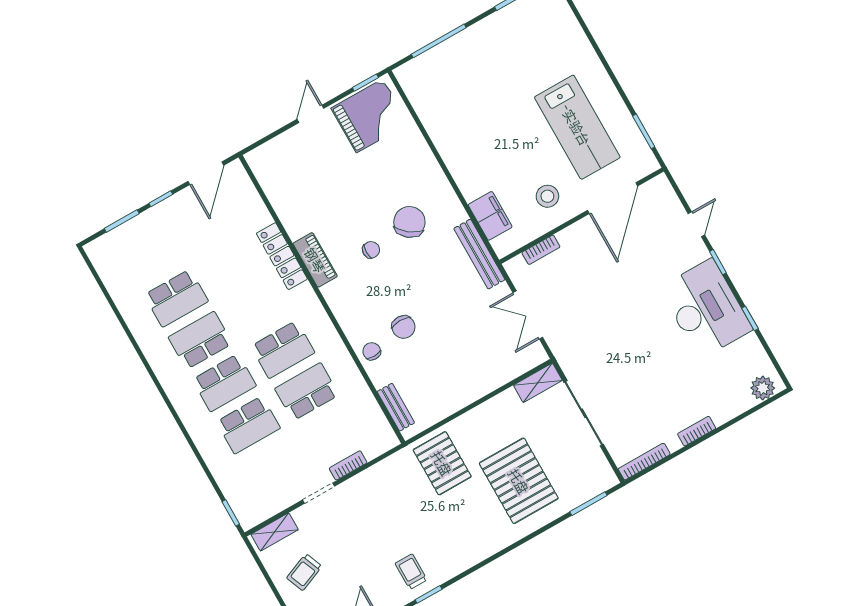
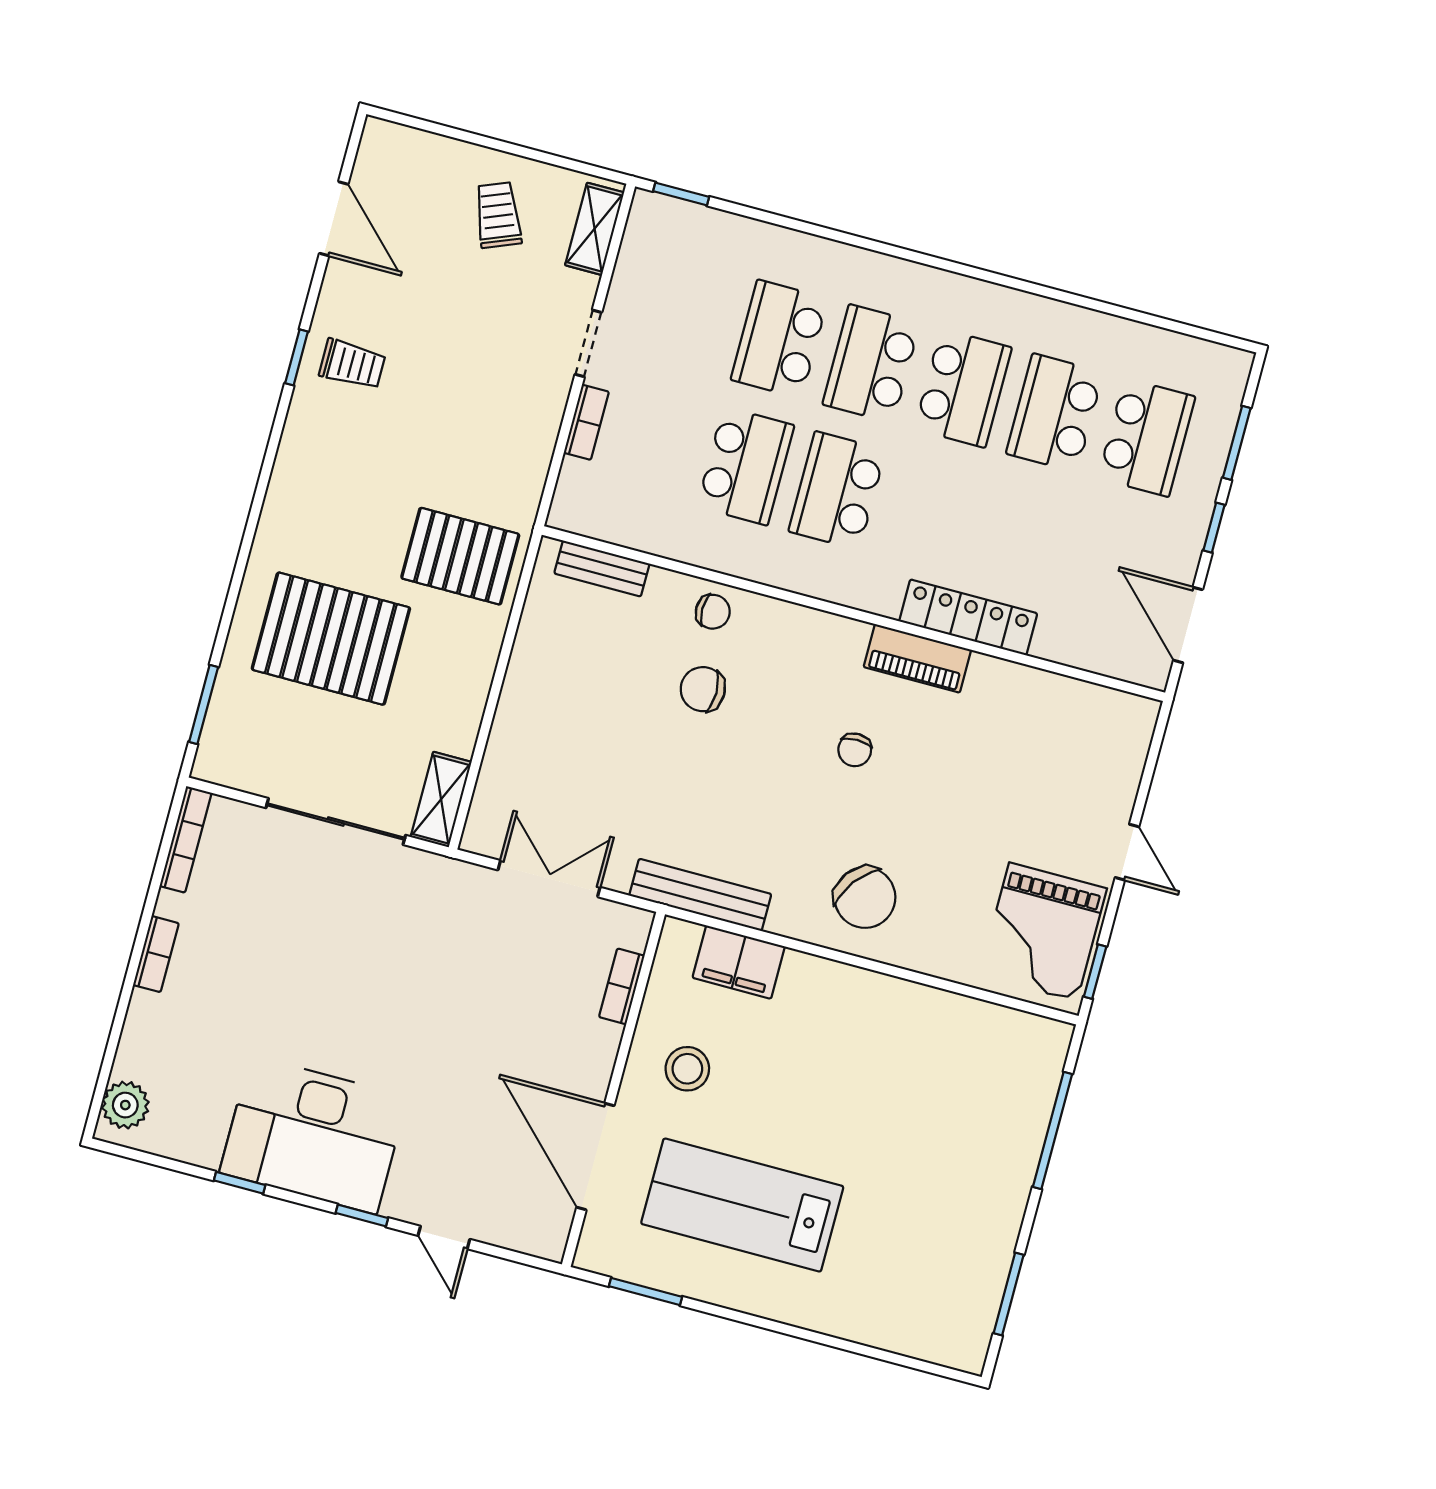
chair: (409, 222) -> (865, 897), moved
school desk: (152, 256) -> (1147, 437), added

